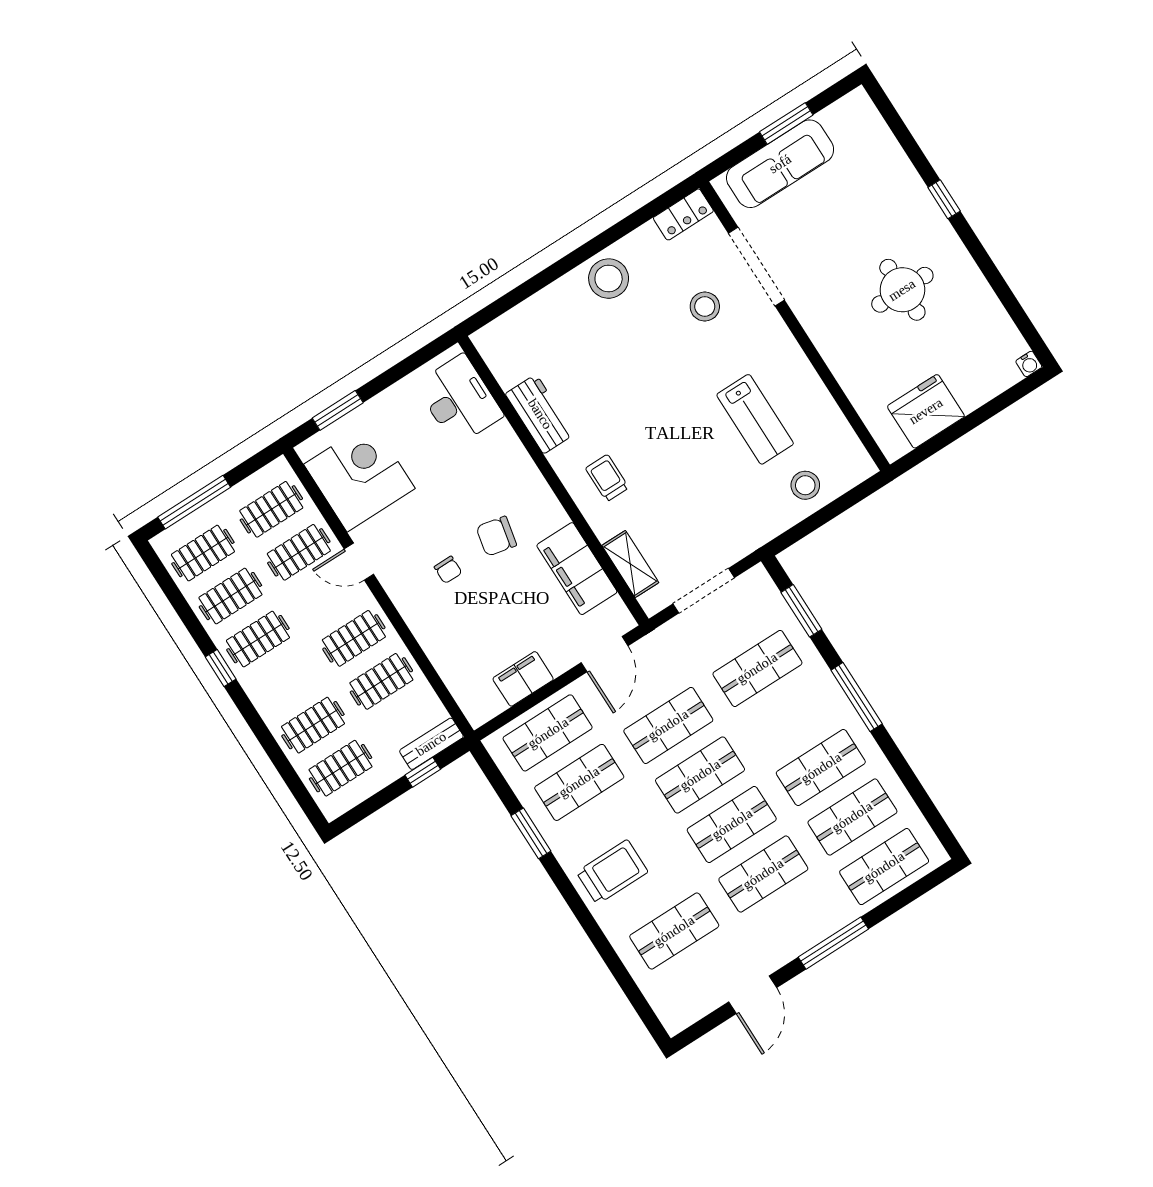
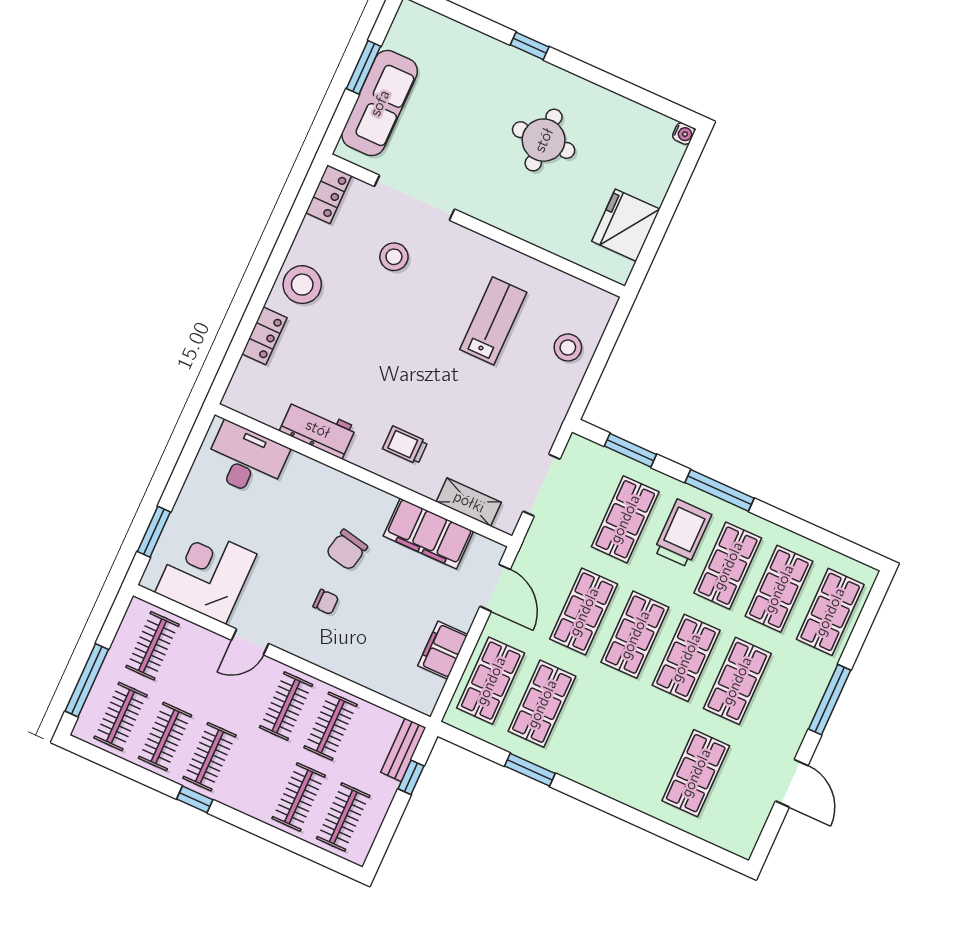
locker: (546, 302) -> (264, 336), added
lab bench: (755, 419) -> (493, 321), turned -90
clothes rail: (299, 552) -> (197, 666), removed
trolley: (612, 872) -> (683, 533), moved

